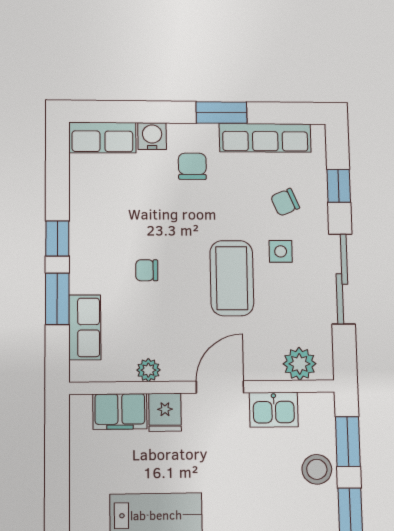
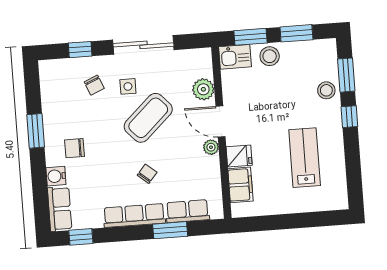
row of seats: (265, 138) -> (134, 215), moved, turned -90
window: (57, 238) -> (81, 237), moved
chair: (147, 270) -> (147, 174), turned -140
coffee table: (232, 278) -> (148, 118), turned -43
plant: (299, 364) -> (203, 89), moved
plant: (148, 370) -> (211, 147), moved
kitchen sink: (274, 410) -> (235, 57), moved, turned 90

